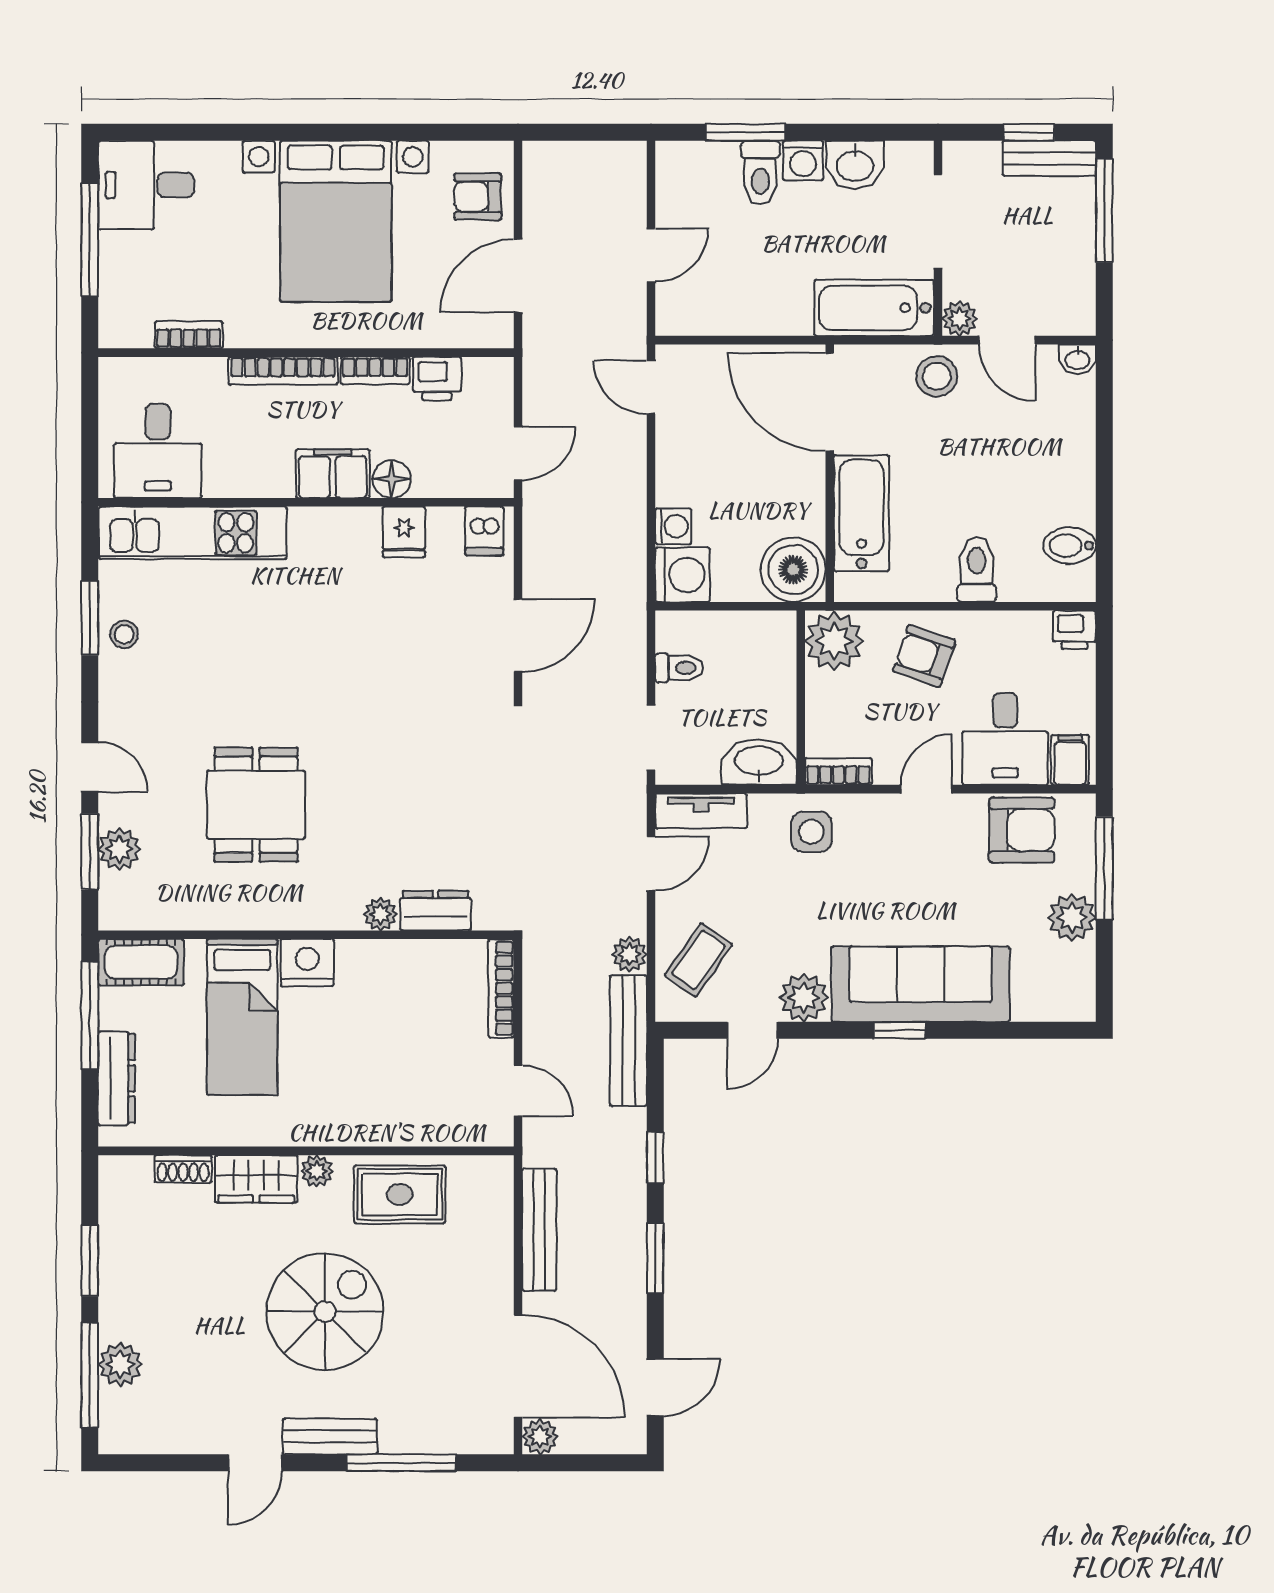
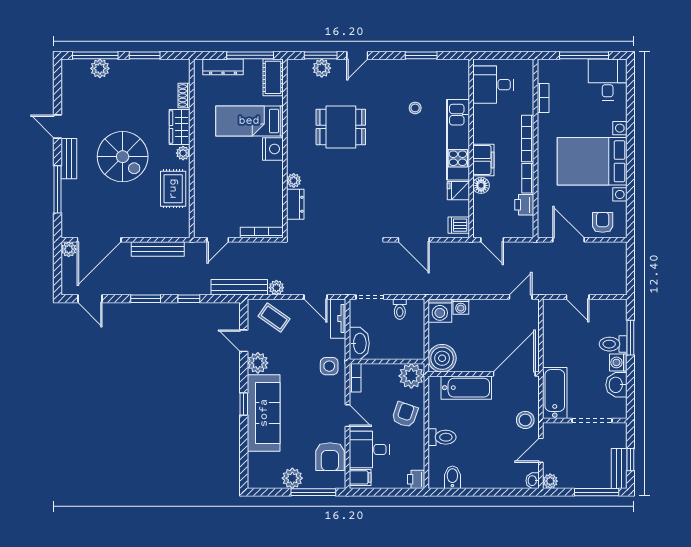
plant: (960, 318) -> (550, 481), moved
kitchen unit: (193, 533) -> (458, 140), moved
stool: (124, 634) -> (415, 108), moved

